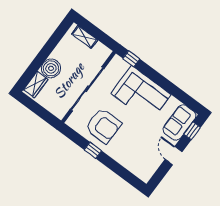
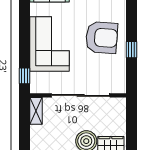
shelving: (85, 37) -> (36, 111), moved
armchair: (103, 126) -> (102, 38), moved, turned 94

